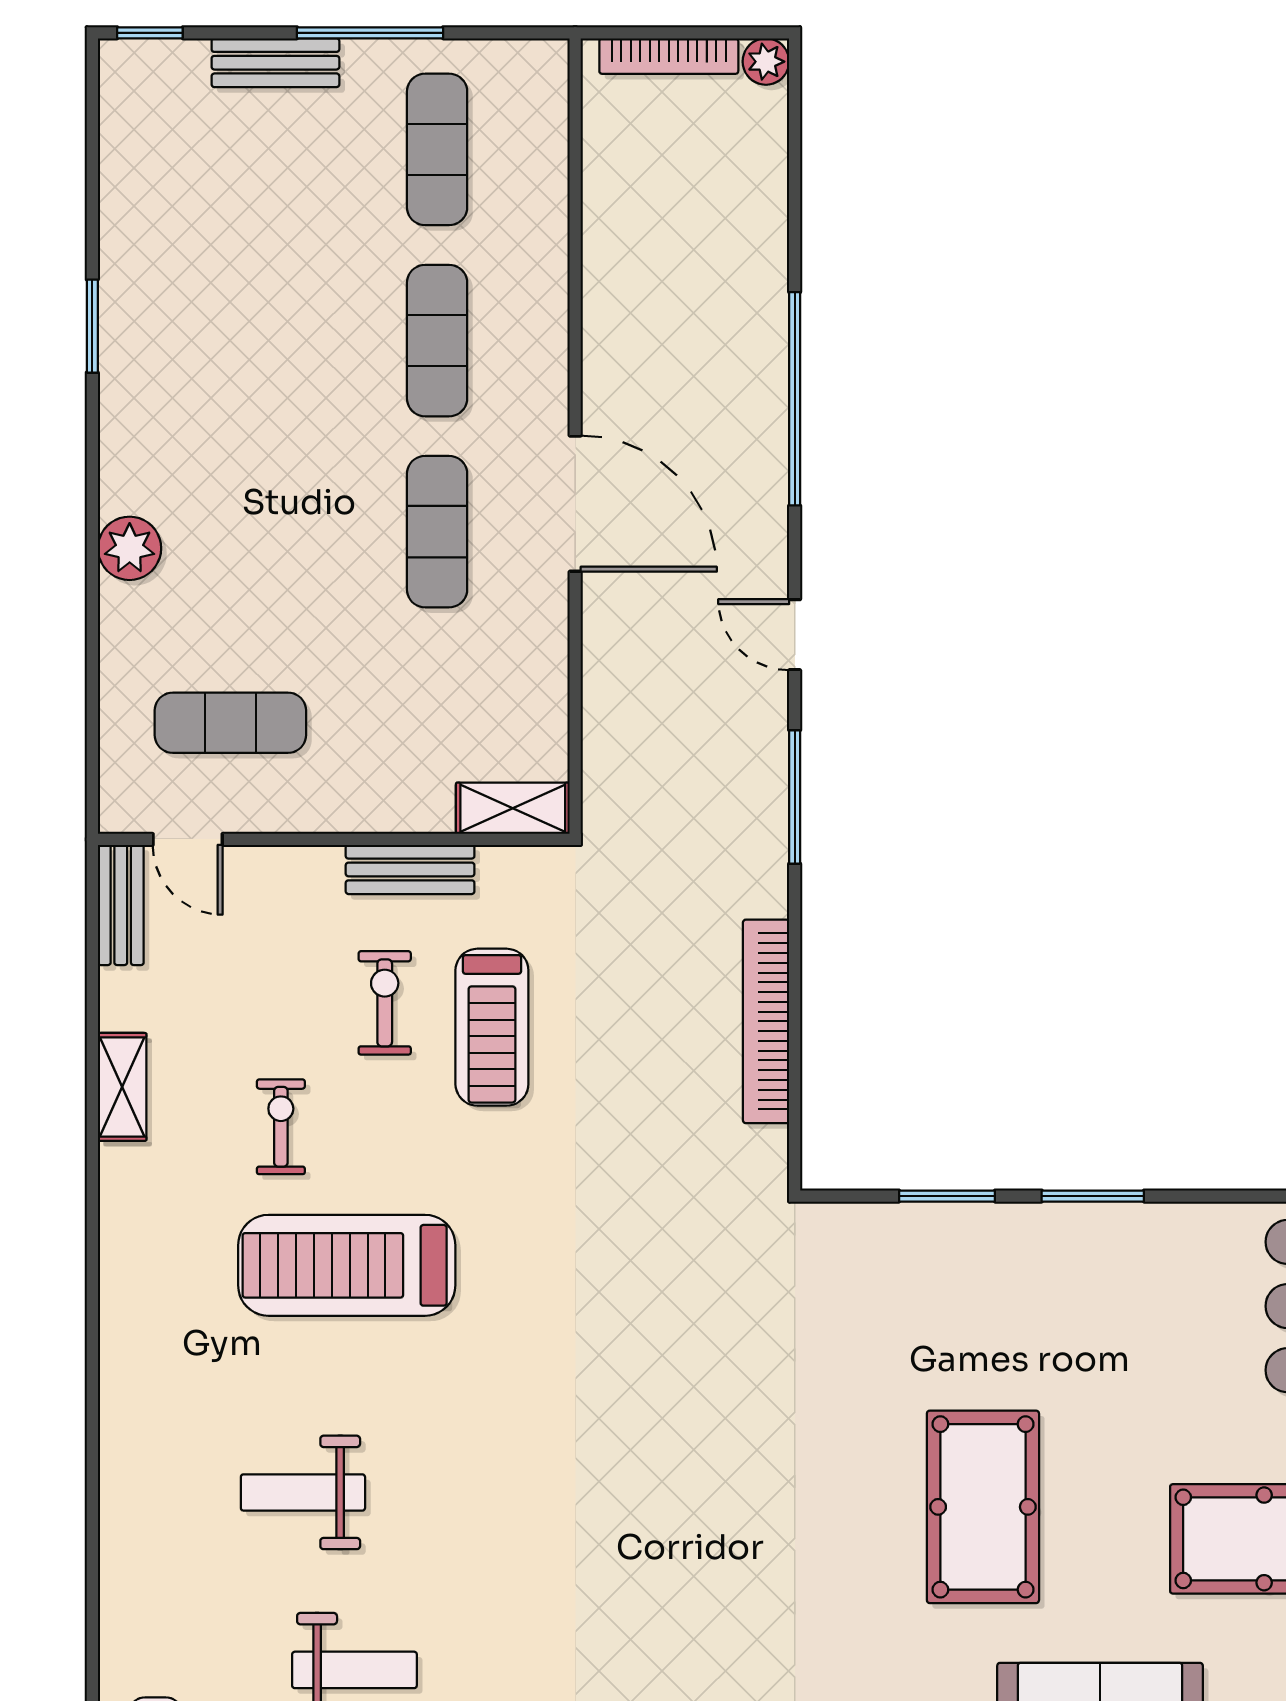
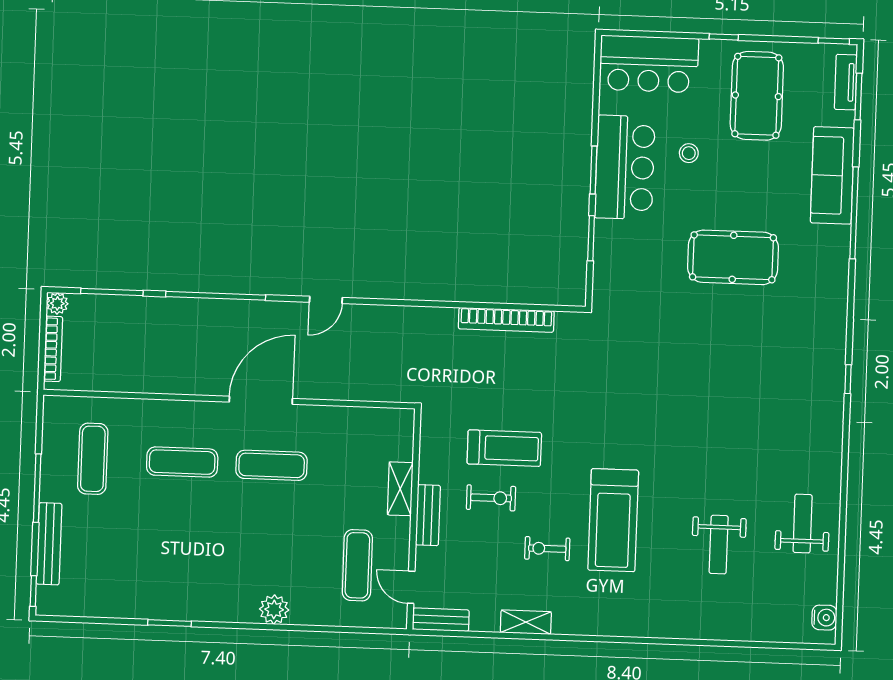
bench: (275, 63) -> (49, 544), width x1.36
exercise mat: (437, 149) -> (93, 459), turned 90
window: (795, 797) -> (112, 292), moved
shelving: (513, 808) -> (400, 489), moved
door: (188, 839) -> (411, 587), swing flipped
bench: (410, 869) -> (428, 515), moved
exercise bike: (385, 1003) -> (491, 498), turned 180
bar counter: (1101, 1263) -> (625, 167), added
stool: (1136, 1398) -> (689, 153), added
pool table: (983, 1507) -> (733, 257), moved

